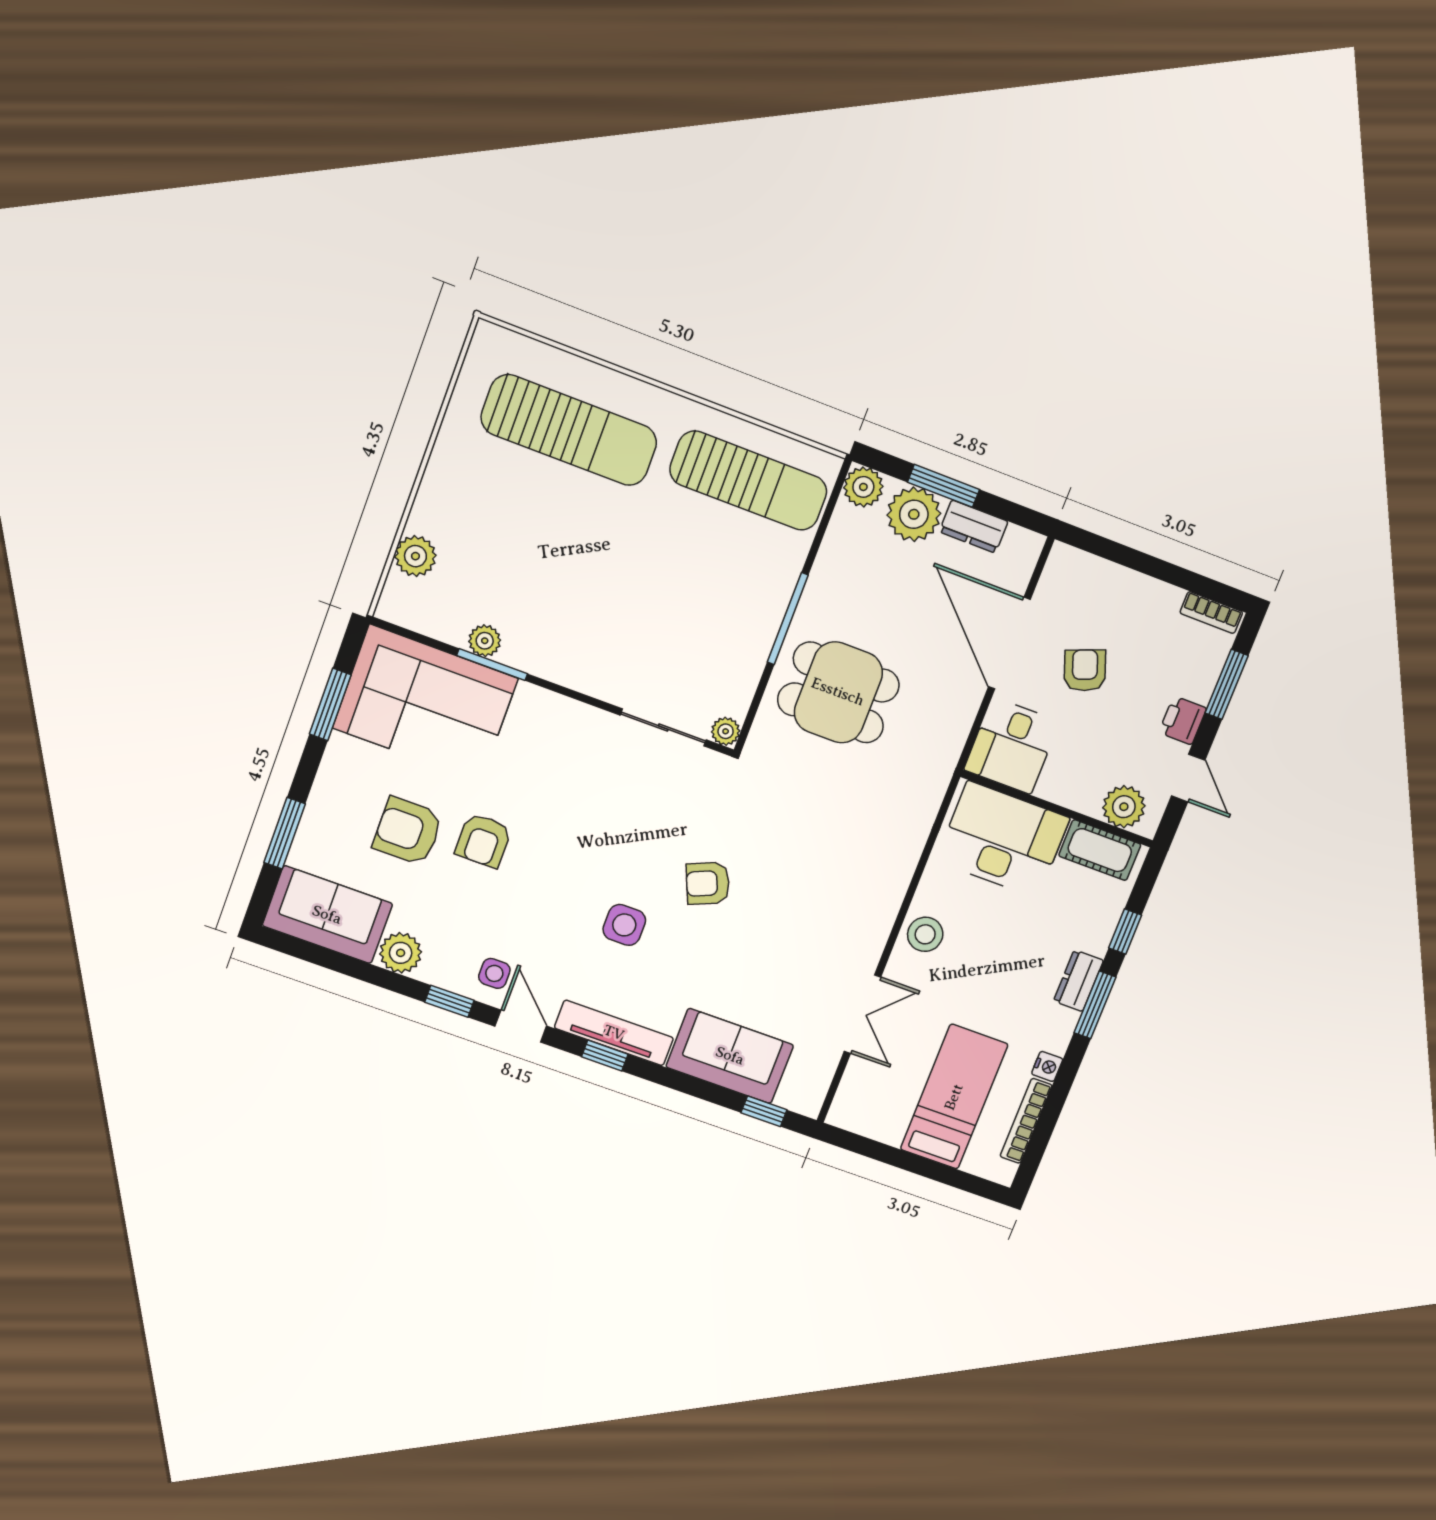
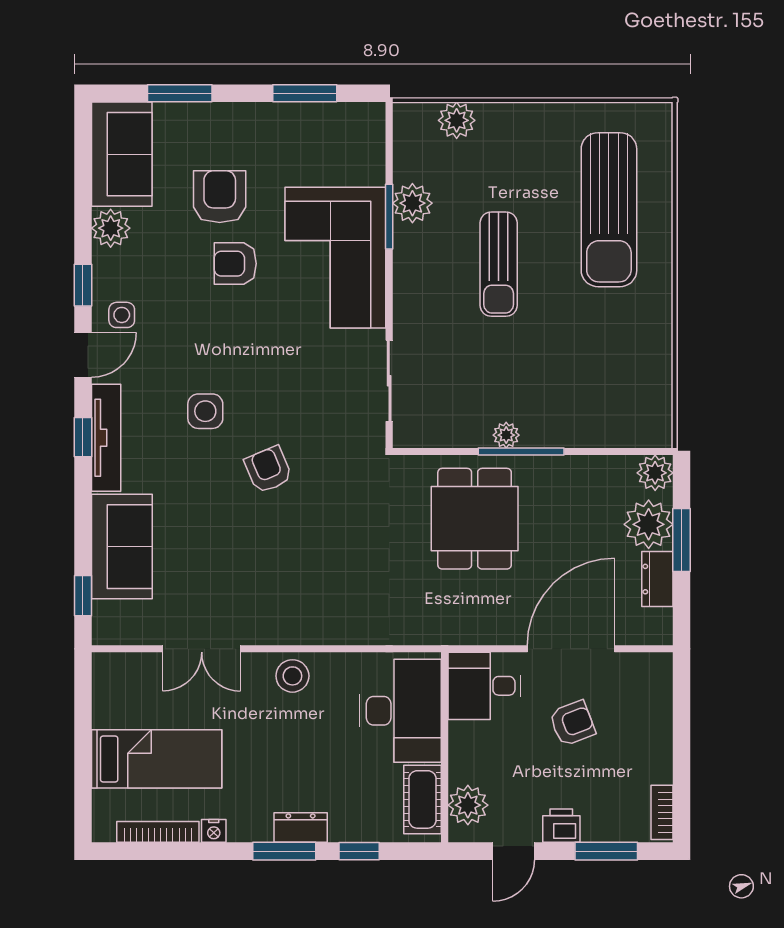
sun lounger: (748, 481) -> (499, 264), moved, width x0.73, depth x0.75
plant: (485, 641) -> (412, 203), width x1.38, depth x1.38
corner sofa: (425, 703) -> (335, 258), moved
plant: (726, 731) -> (506, 435), moved

